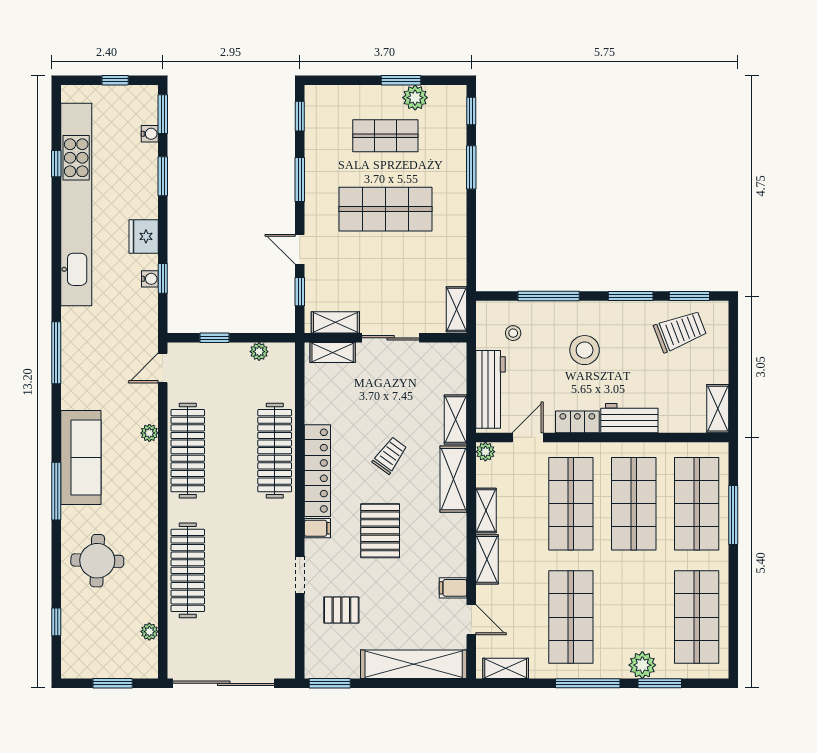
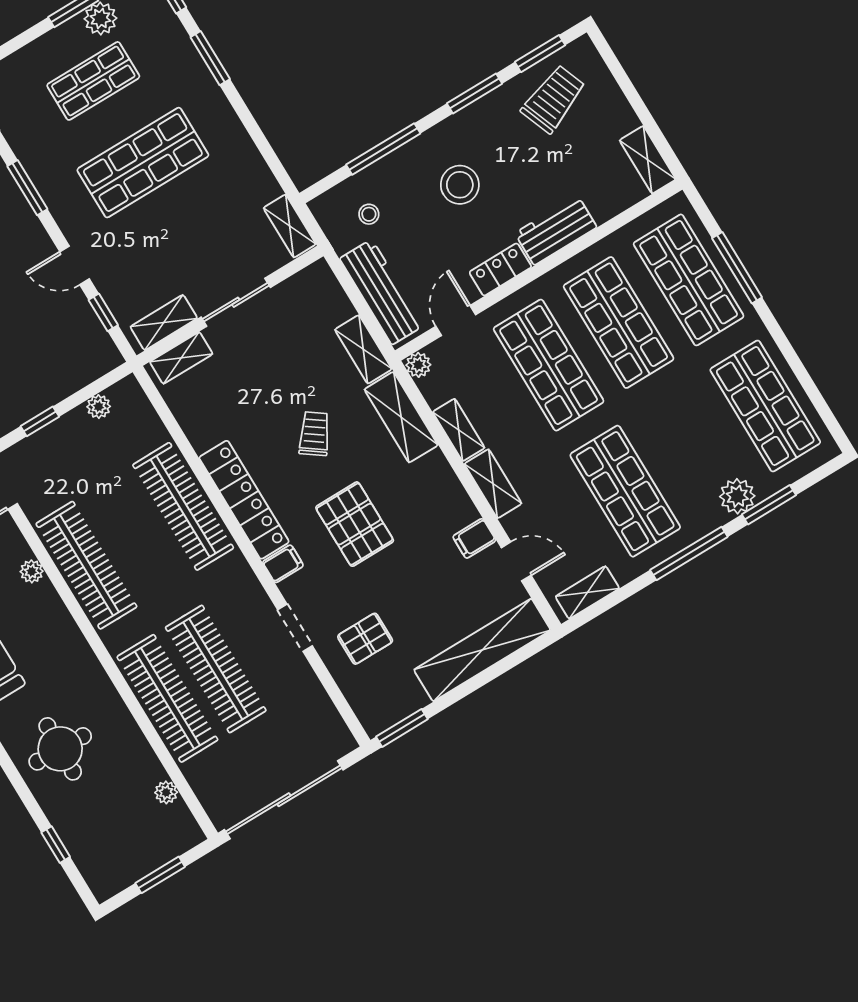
clothes rail: (231, 570) -> (216, 669), added

